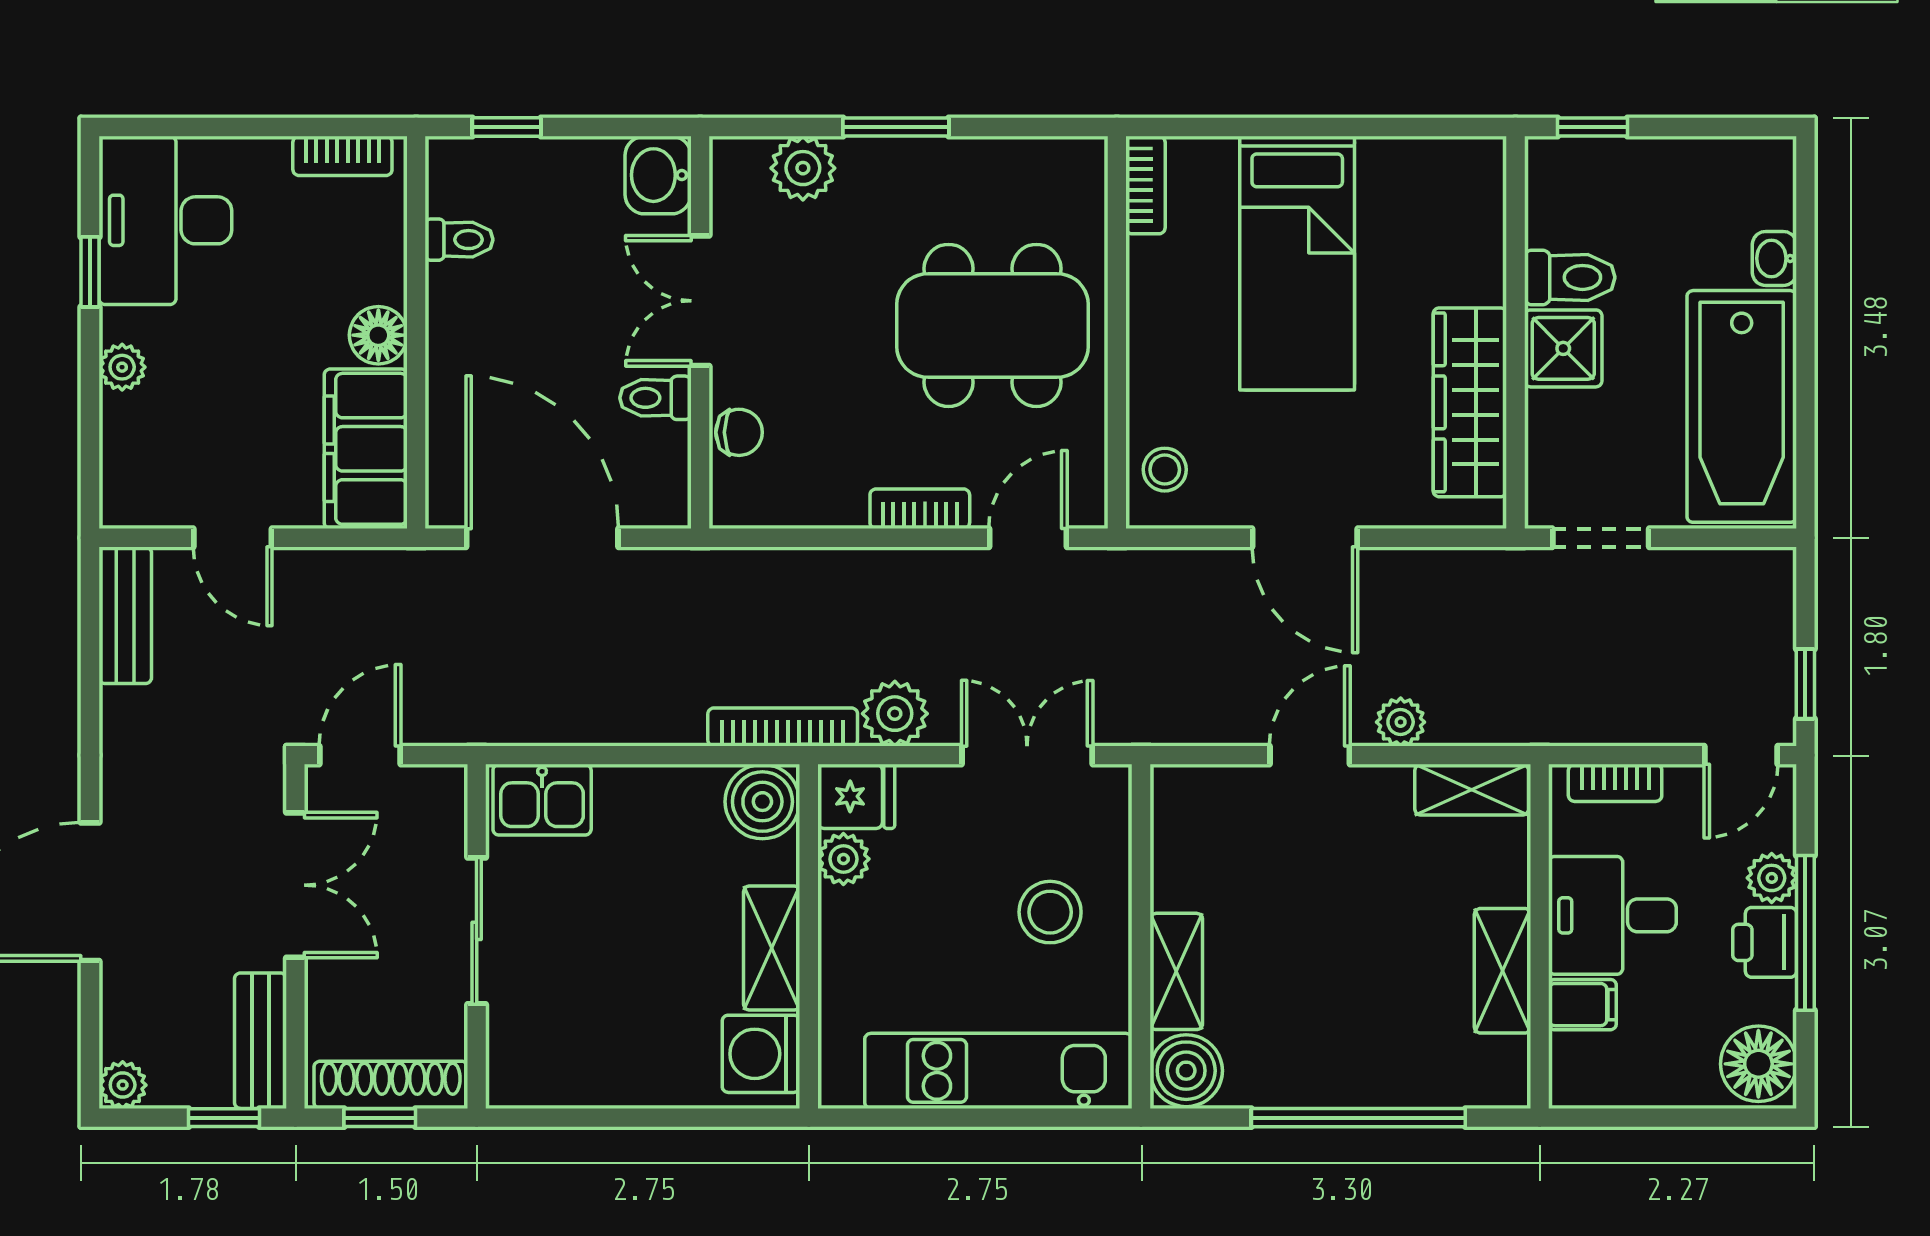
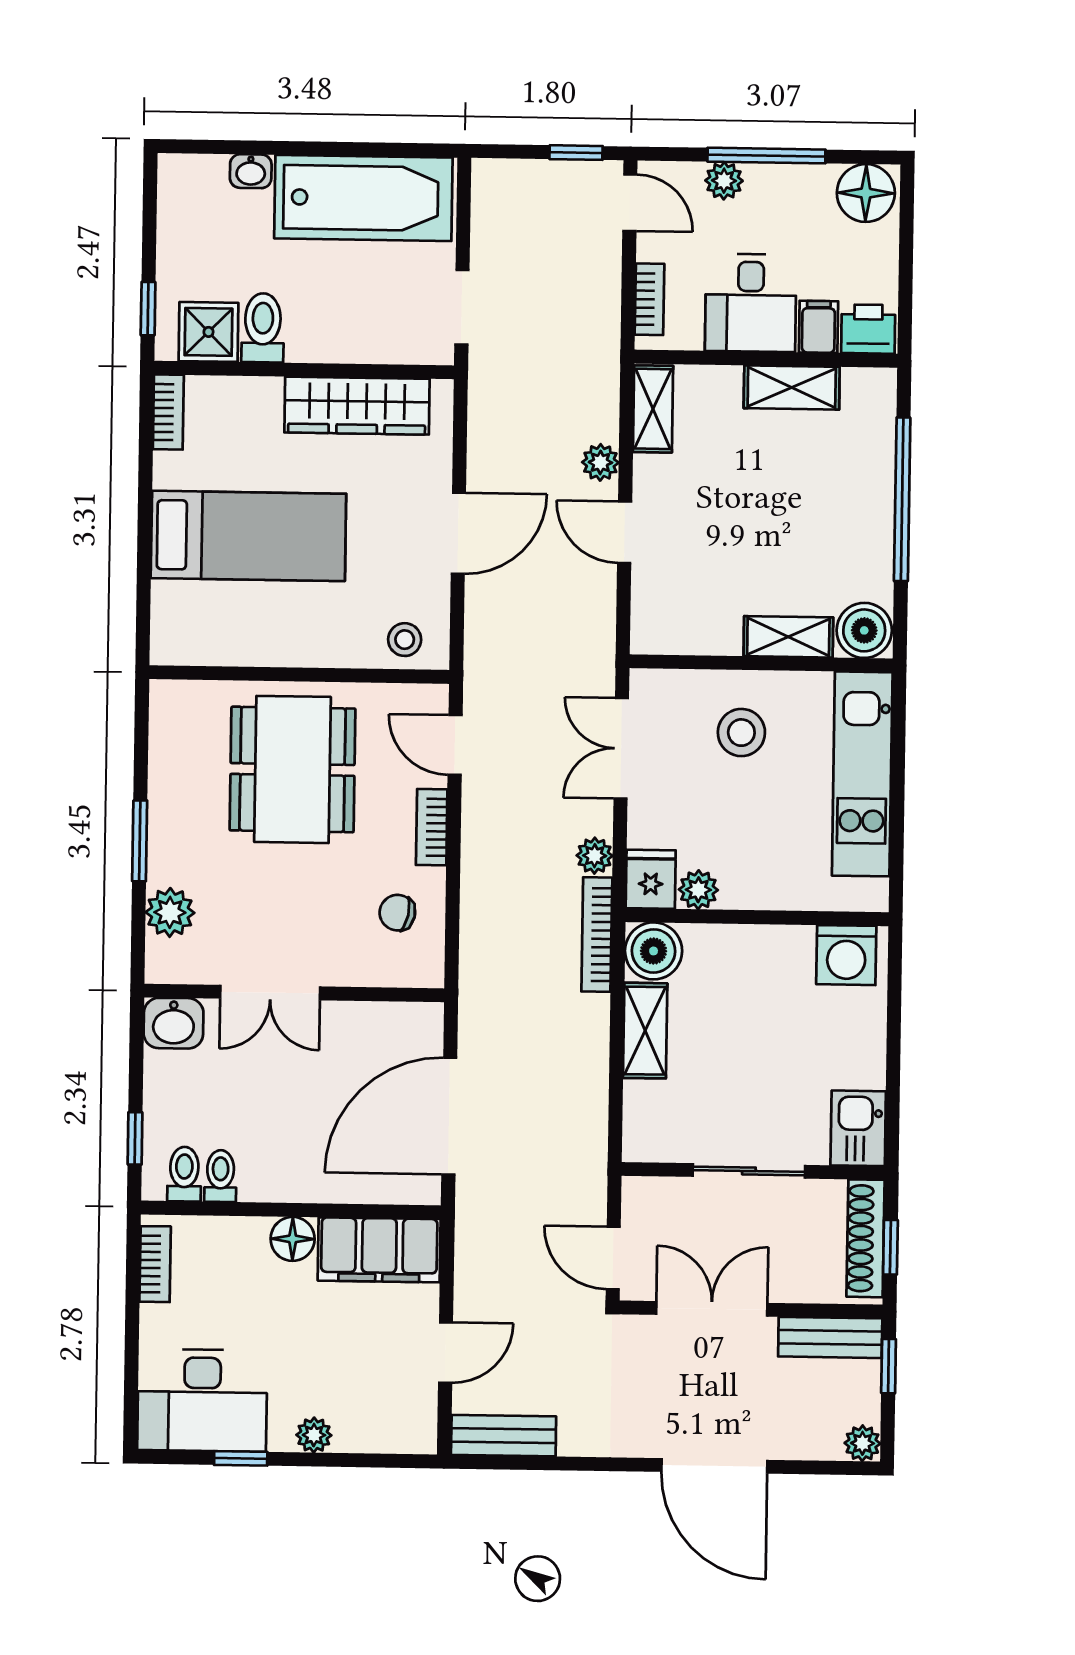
bookcase: (1145, 185) -> (168, 412), moved, turned 90
shower: (1563, 348) -> (208, 332), moved
toilet: (655, 398) -> (184, 1174), moved, turned 180
chair: (739, 432) -> (397, 913), moved, turned -78
plant: (895, 714) -> (595, 856), width x0.73, depth x0.73
kitchen sink: (542, 800) -> (858, 1128), moved, turned 180
printer: (1765, 942) -> (868, 329), moved, turned 180
shelving: (772, 948) -> (645, 1031), moved, turned 90

